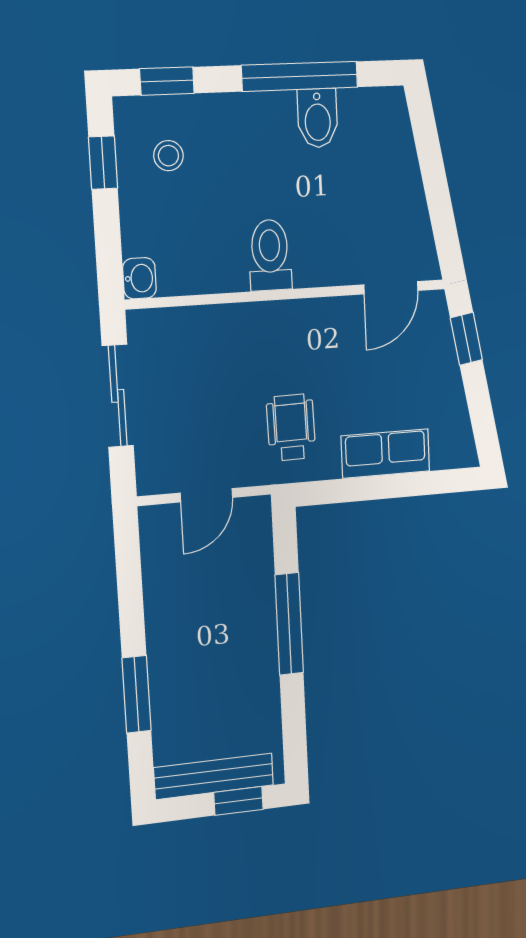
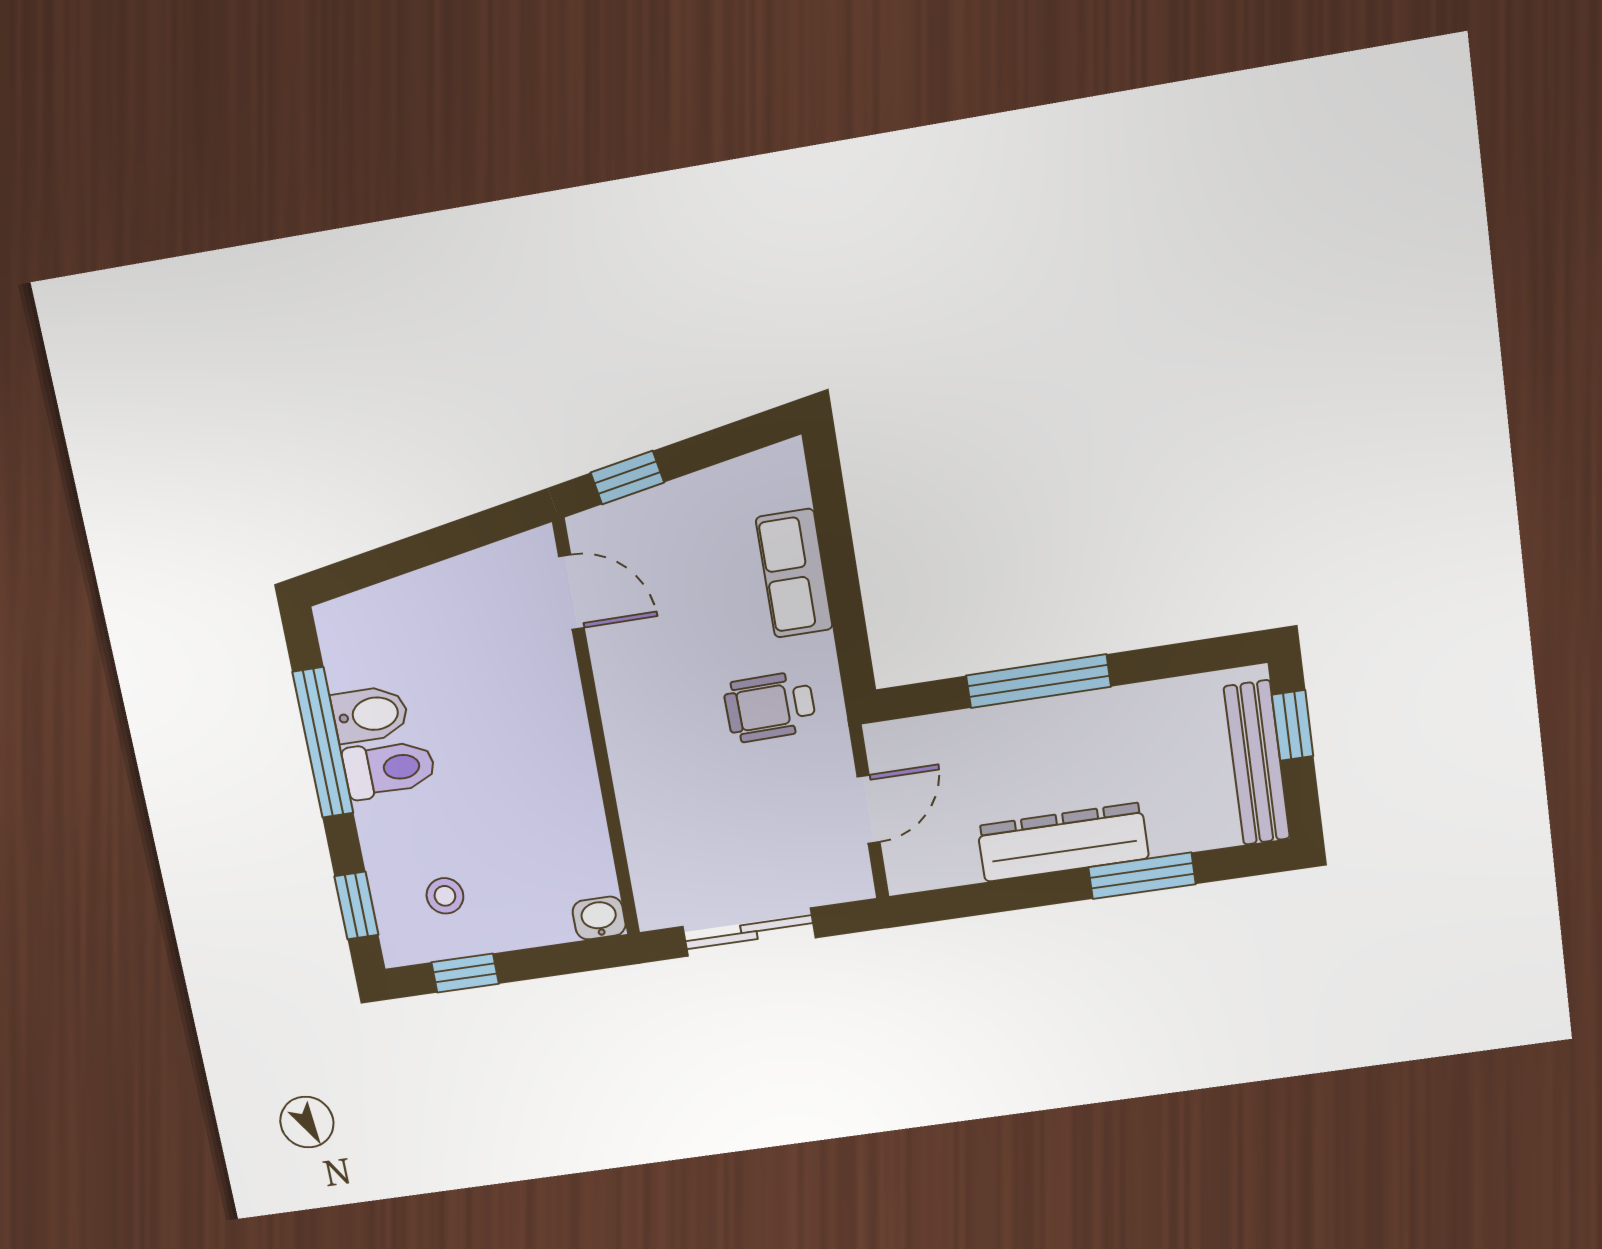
toilet: (270, 255) -> (389, 769), moved, turned 180
door: (206, 495) -> (869, 809), hinge flipped
dresser: (168, 638) -> (1063, 842), added

